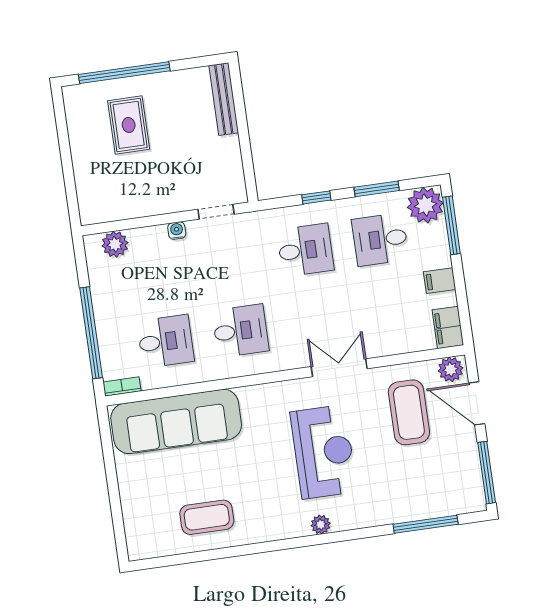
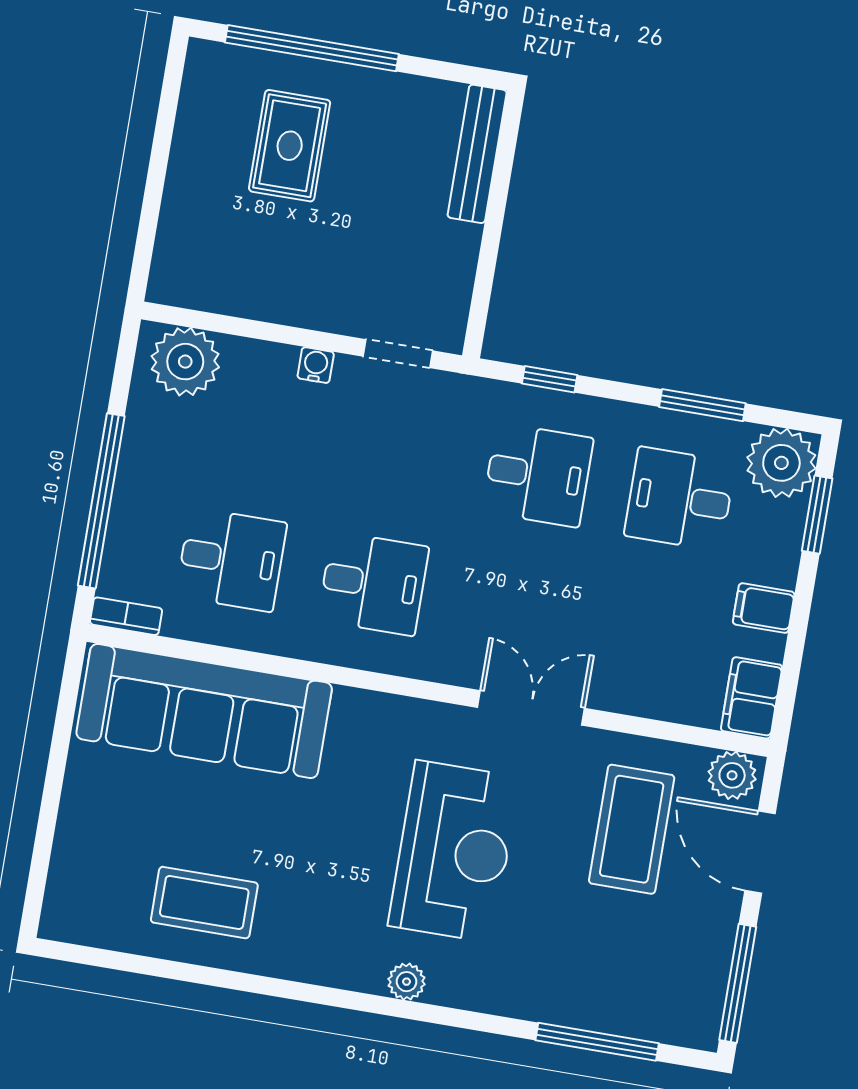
window: (316, 197) -> (550, 379), moved
window: (451, 225) -> (817, 515), width x0.69
plant: (115, 244) -> (185, 362), width x1.36, depth x1.36

